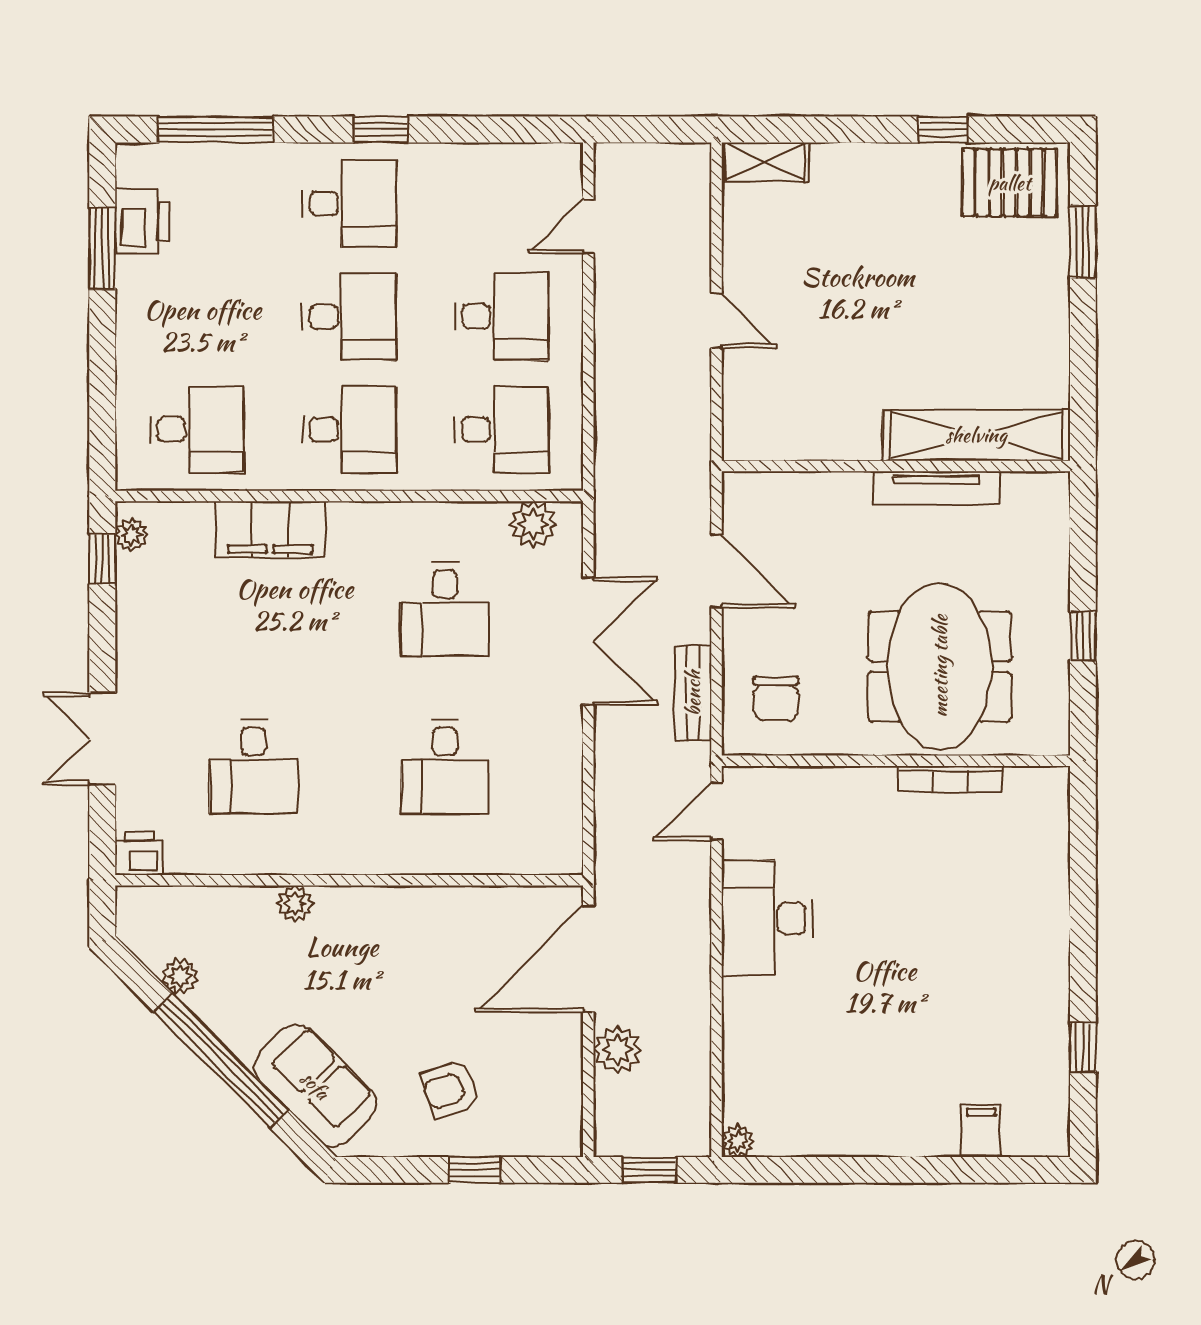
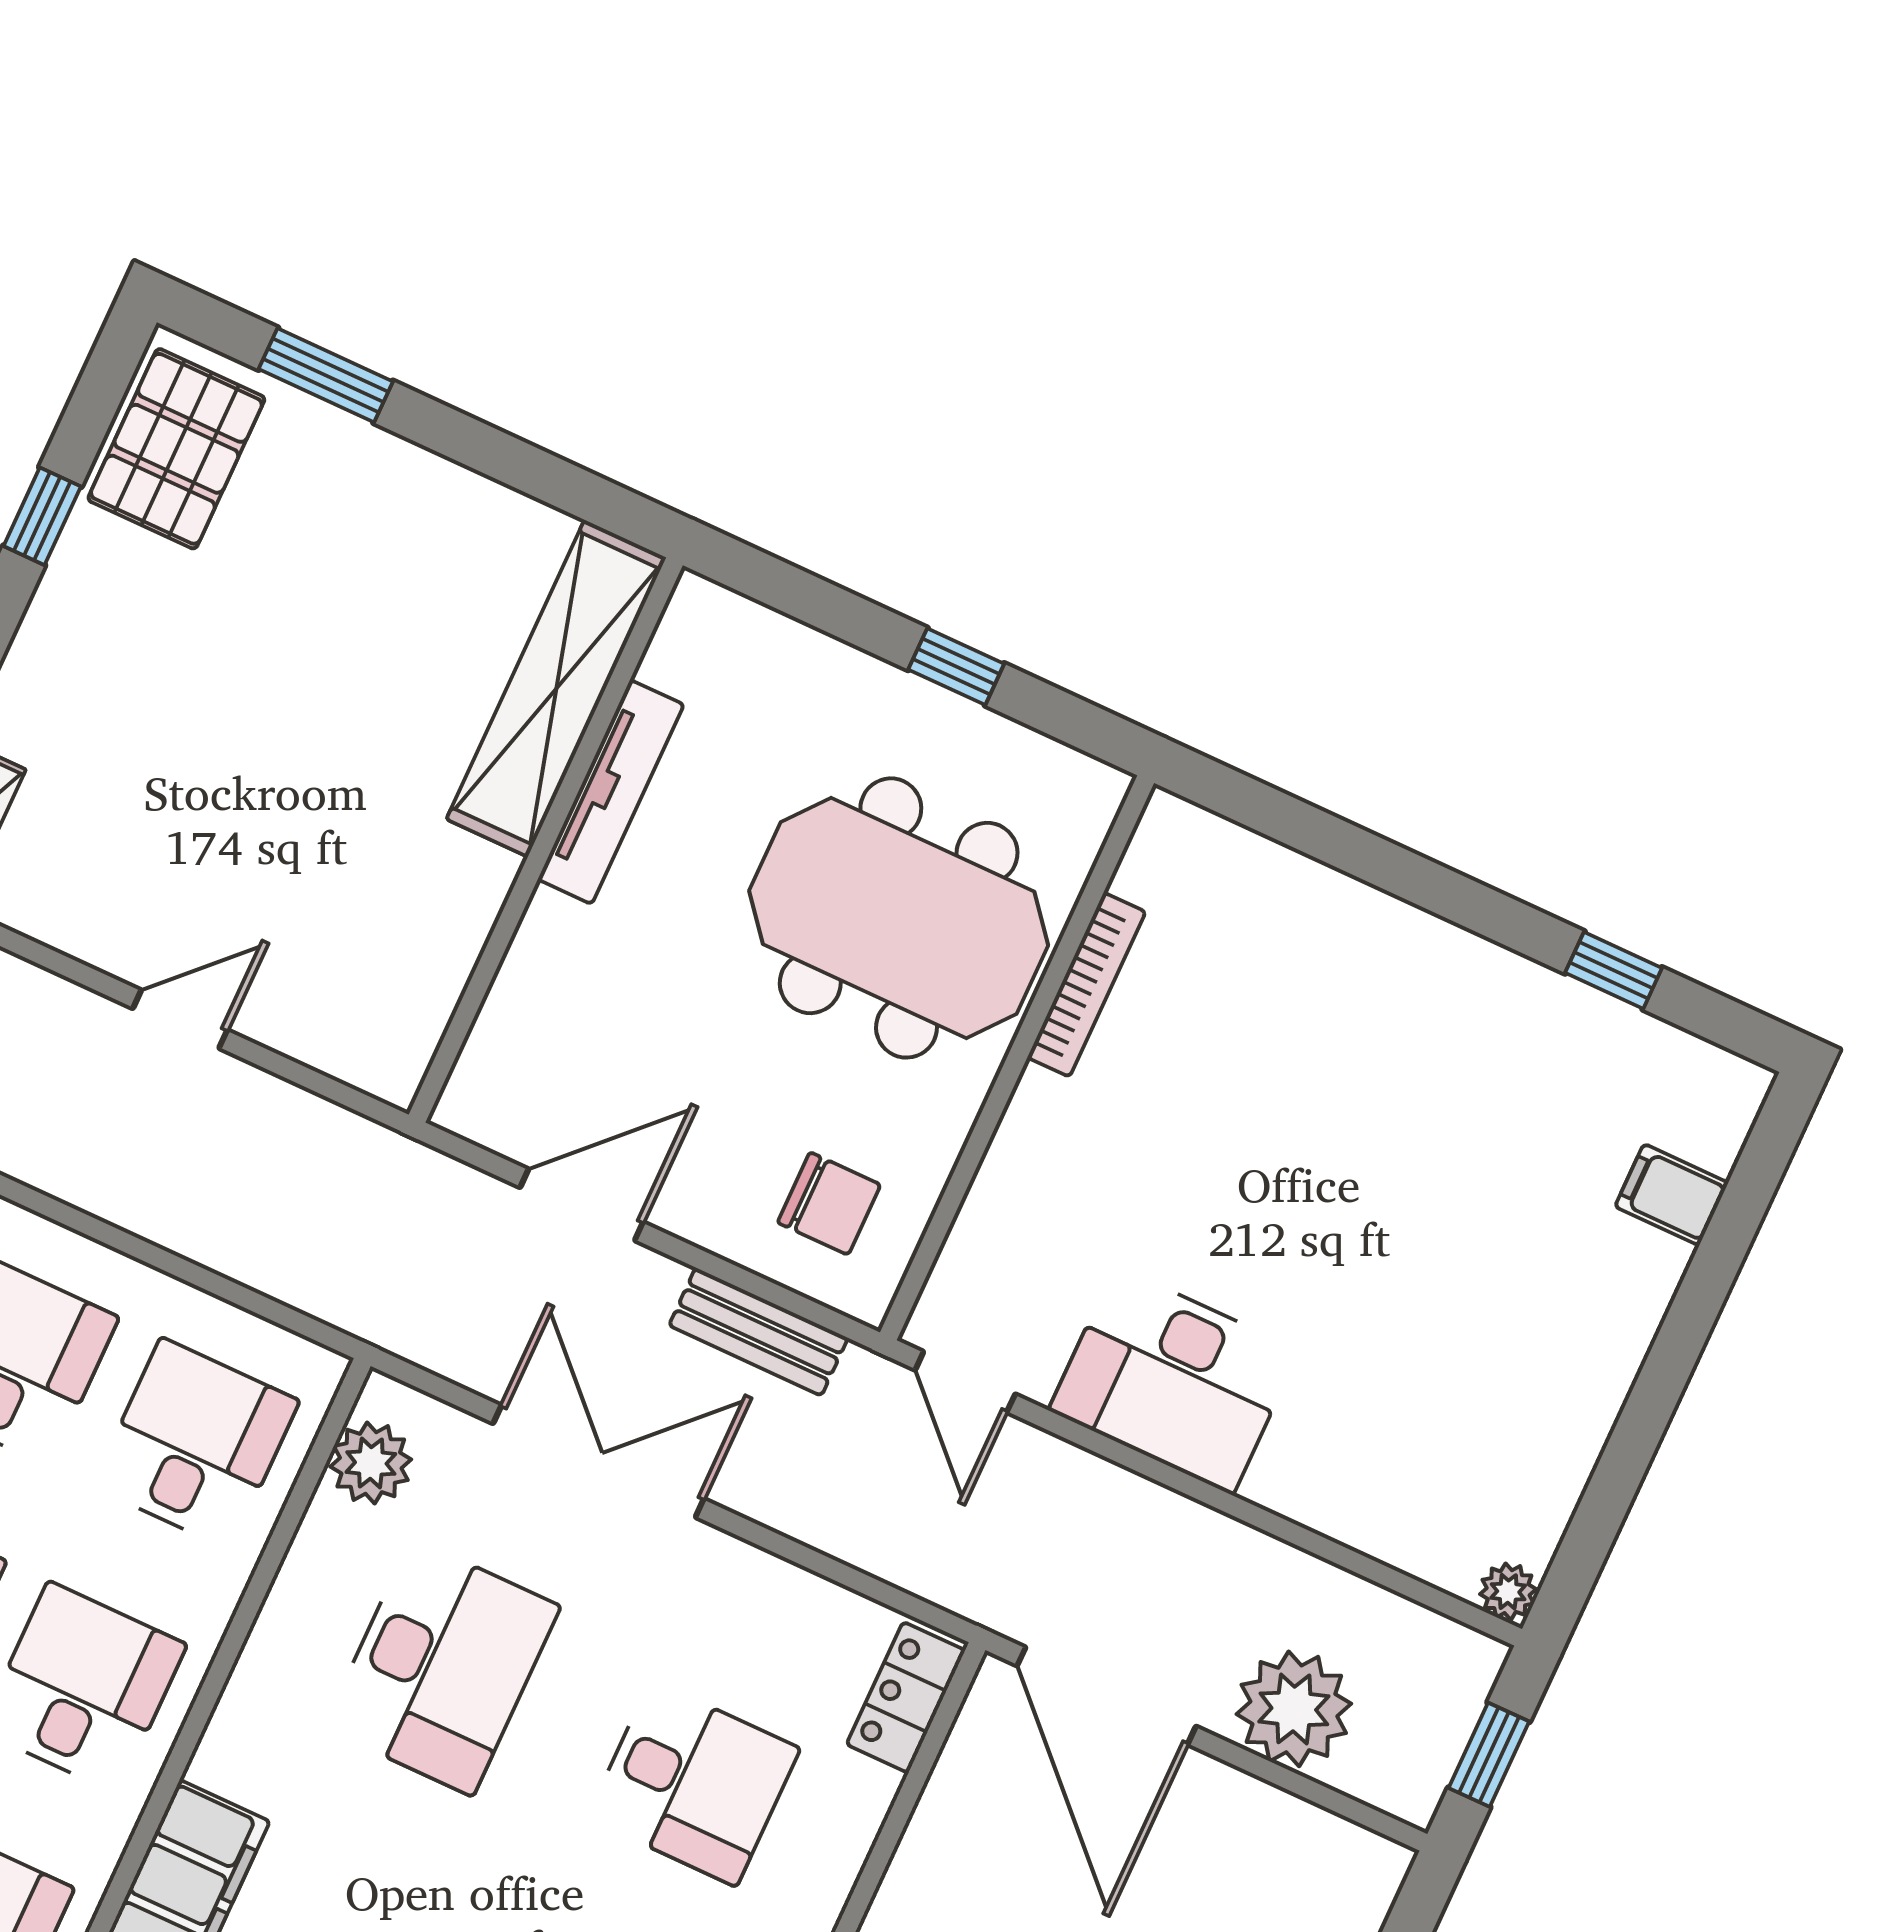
desk: (445, 609) -> (442, 1667), width x1.37
locker: (540, 856) -> (906, 1697), added
plant: (617, 1050) -> (1294, 1709), width x1.36, depth x1.36

